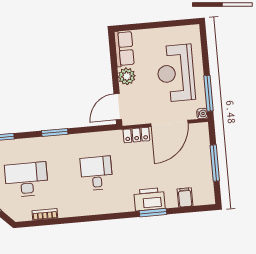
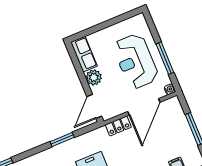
window: (208, 93) -> (165, 58), moved
window: (55, 132) -> (62, 140), moved

